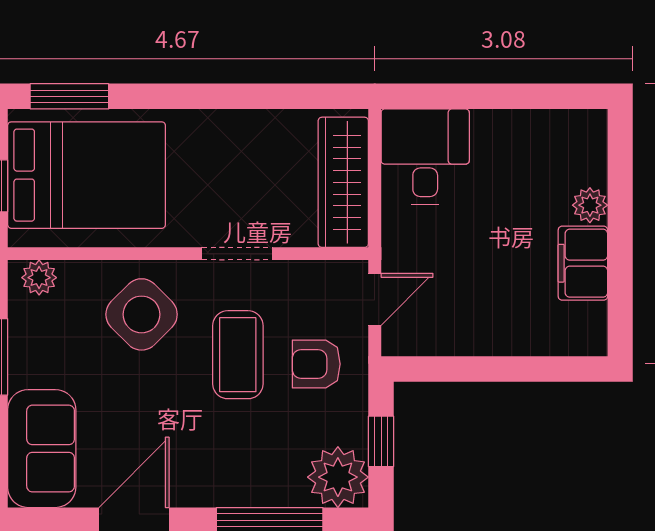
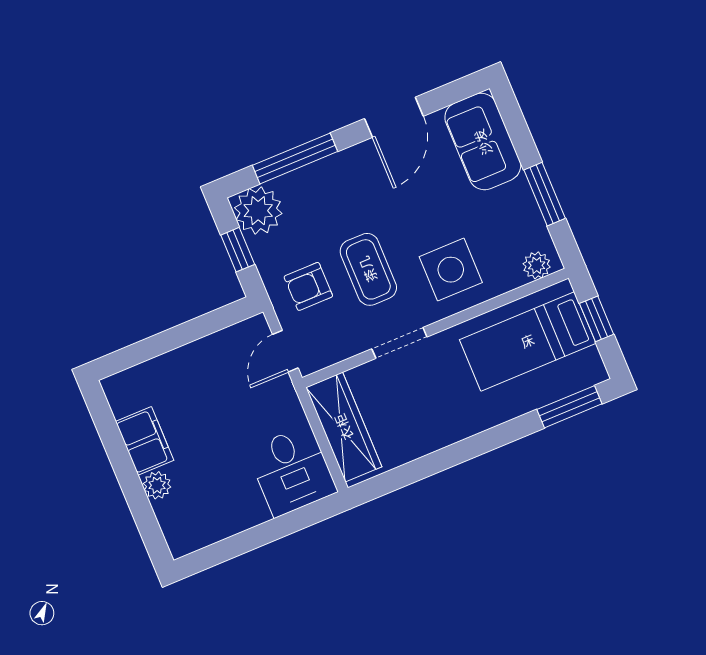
bed: (87, 175) -> (528, 341), width x0.67
side table: (142, 314) -> (451, 270), turned 45
armchair: (316, 364) -> (308, 286), turned 180

